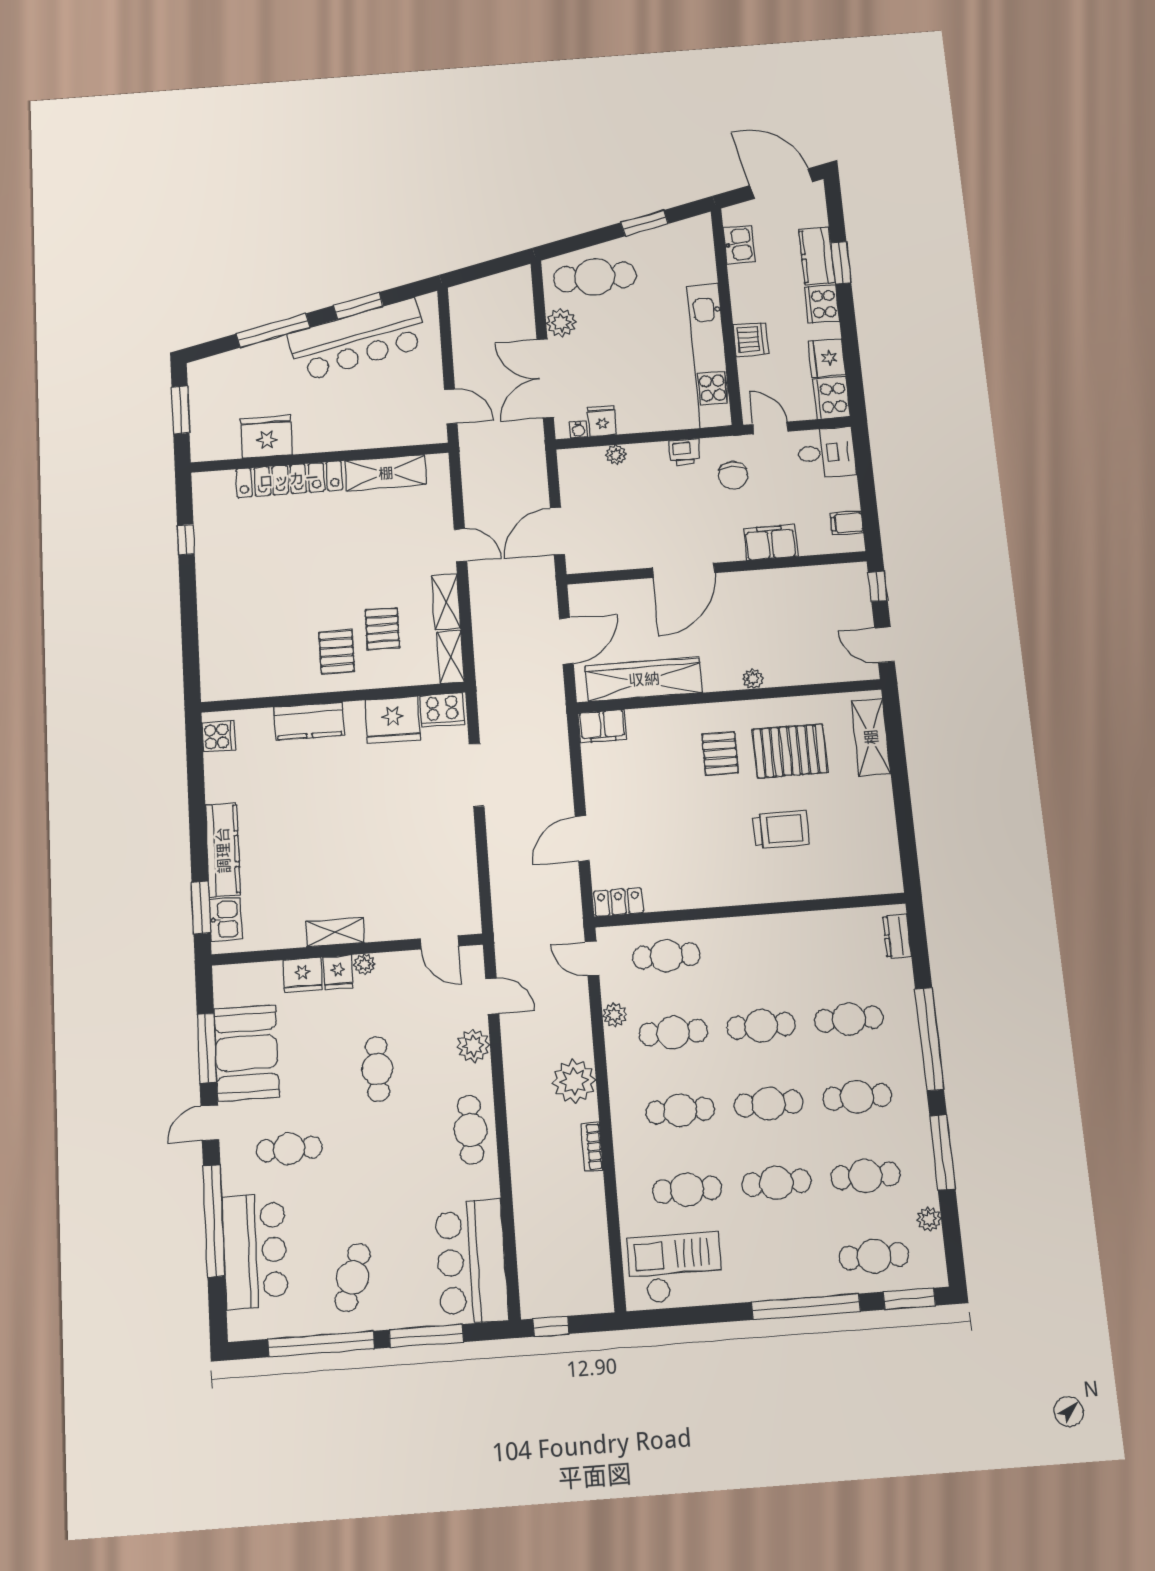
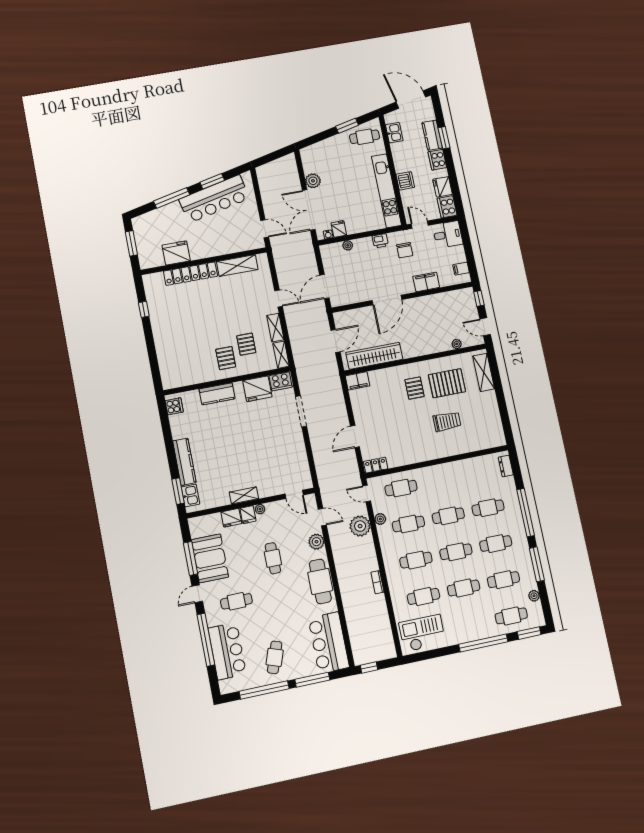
cafe table: (595, 277) -> (365, 137), moved, width x0.73, depth x0.74
plant: (753, 679) -> (457, 344), moved
plant: (574, 1081) -> (360, 526), moved
cafe table: (470, 1130) -> (320, 581), width x1.37, depth x1.35

